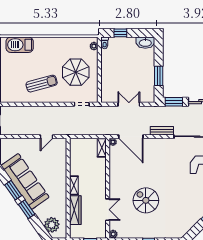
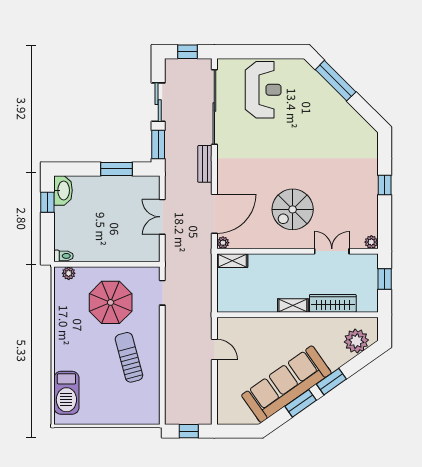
window: (120, 33) -> (47, 202), moved
spiral stairs: (146, 200) -> (293, 209), moved

